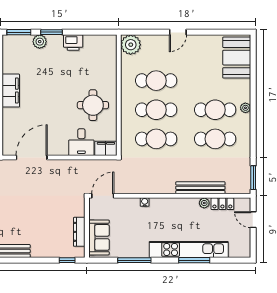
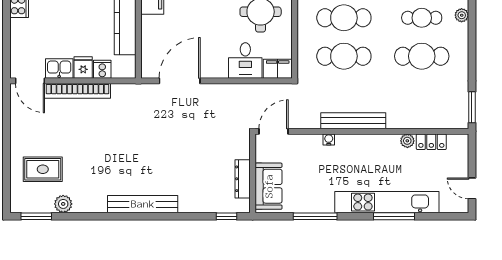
cafe table: (215, 110) -> (422, 18), width x0.73, depth x0.74
bench: (200, 188) -> (353, 121), moved
door: (253, 220) -> (472, 188), moved

